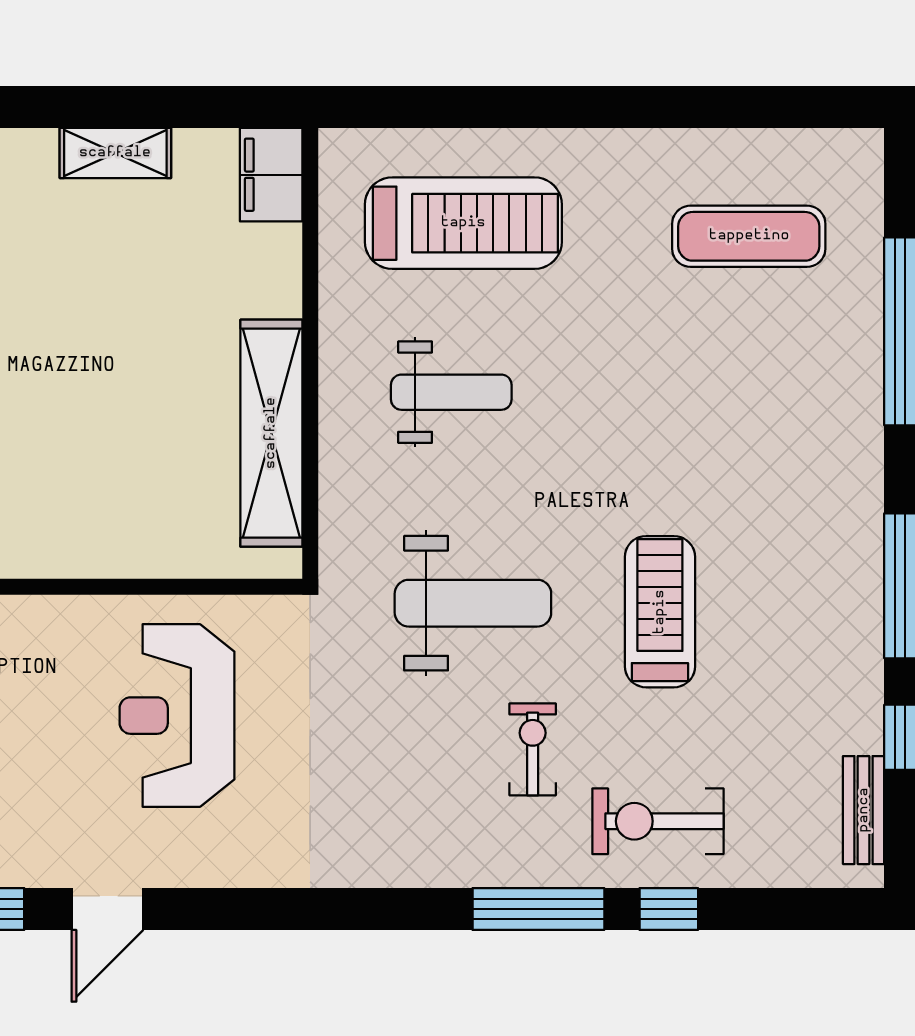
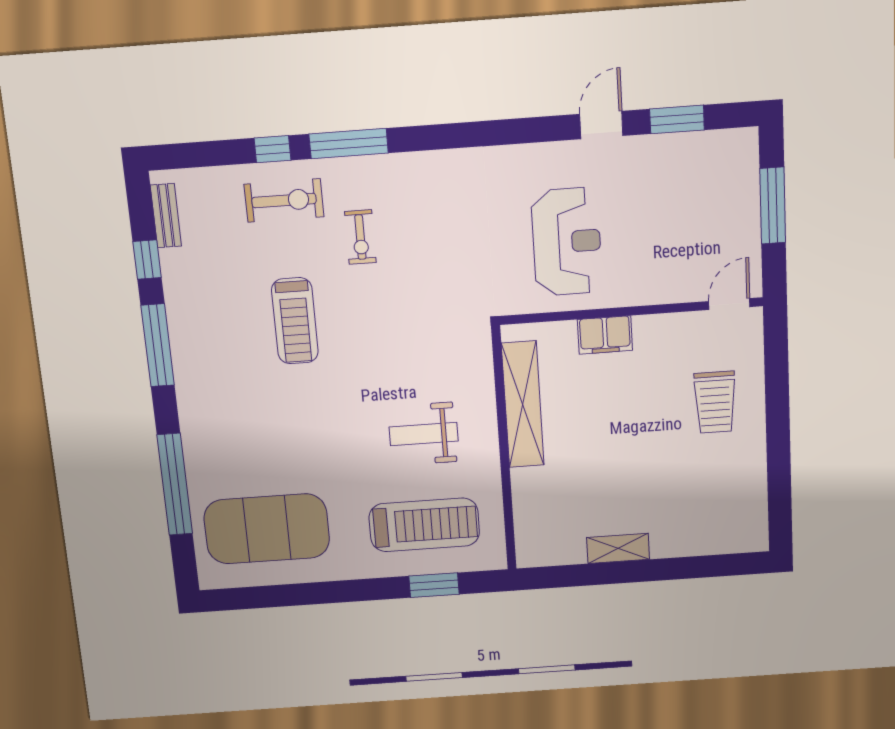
window: (455, 107) -> (434, 585), added
filing cabinet: (271, 175) -> (605, 335), moved, turned 90
treadmill: (463, 223) -> (424, 525), turned 180
exercise mat: (749, 236) -> (267, 529), width x2.00, depth x1.45
weight bench: (473, 603) -> (402, 318), removed

